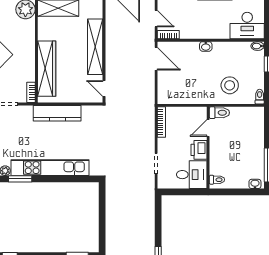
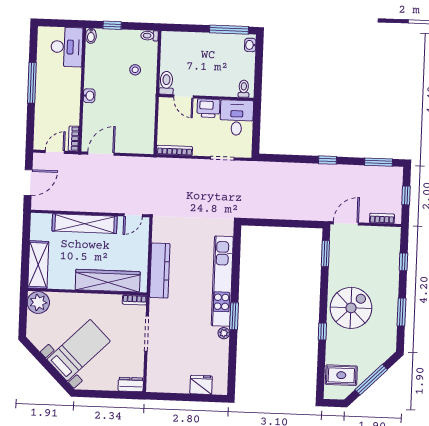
stool: (230, 85) -> (135, 70), width x0.53, depth x0.53

